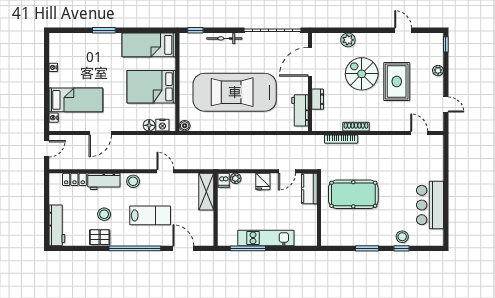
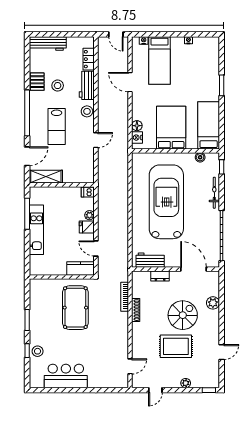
boiler: (185, 126) -> (200, 157), moved
plant: (236, 178) -> (89, 215), moved
shelving: (206, 192) -> (46, 177), moved

